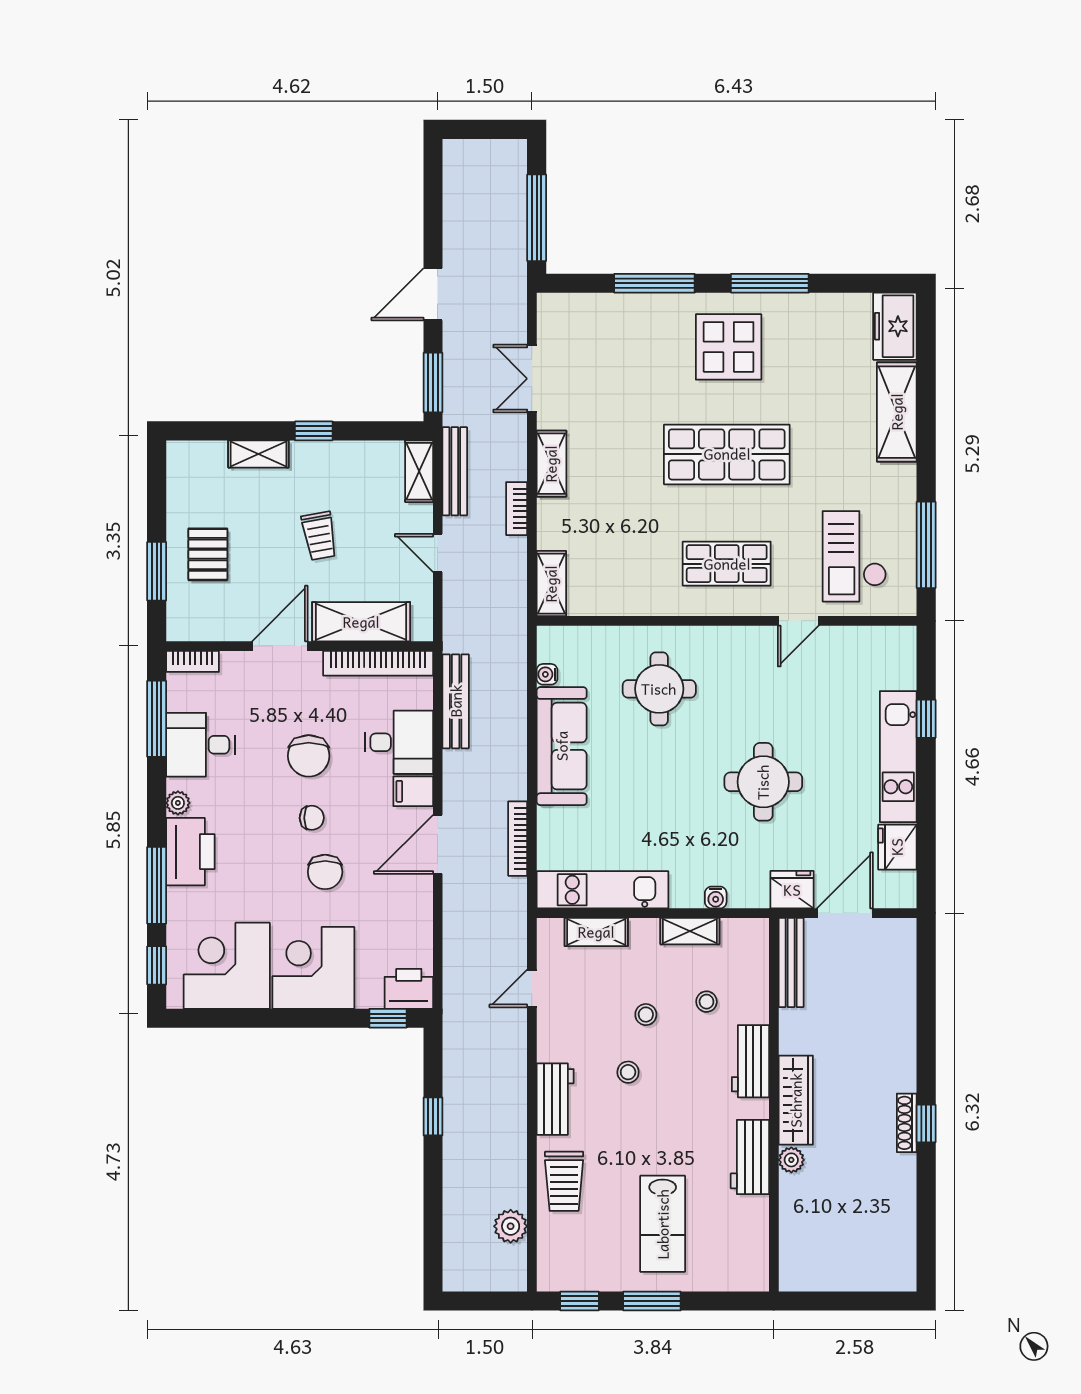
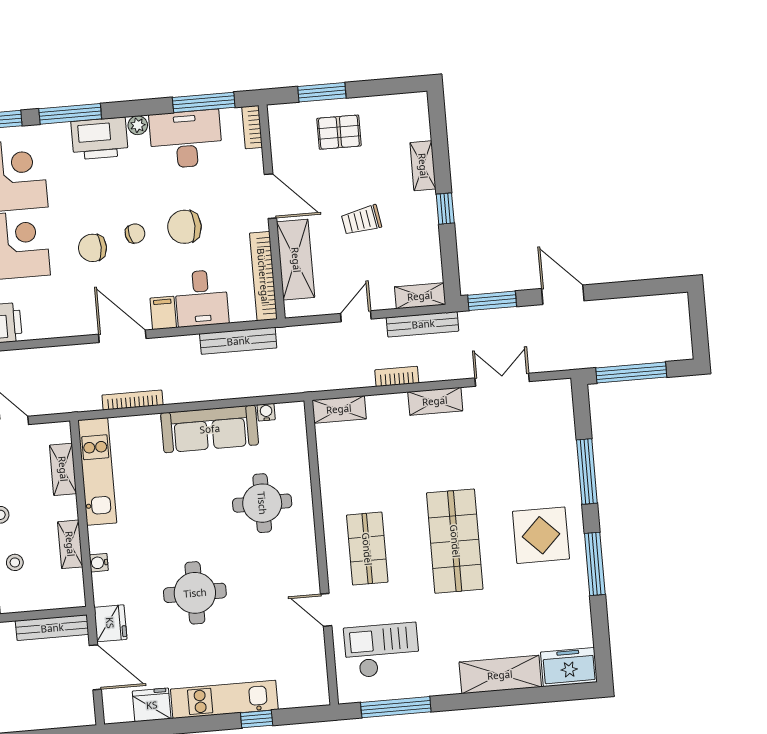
desk: (200, 745) -> (186, 139), width x1.37
chair: (312, 818) -> (135, 234), turned -103

